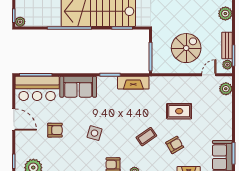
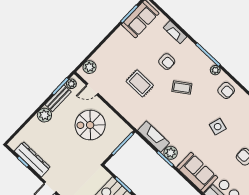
plant: (225, 14) -> (44, 115), moved
plant: (110, 83) -> (171, 153), added
armchair: (175, 145) -> (167, 62), turned -150

